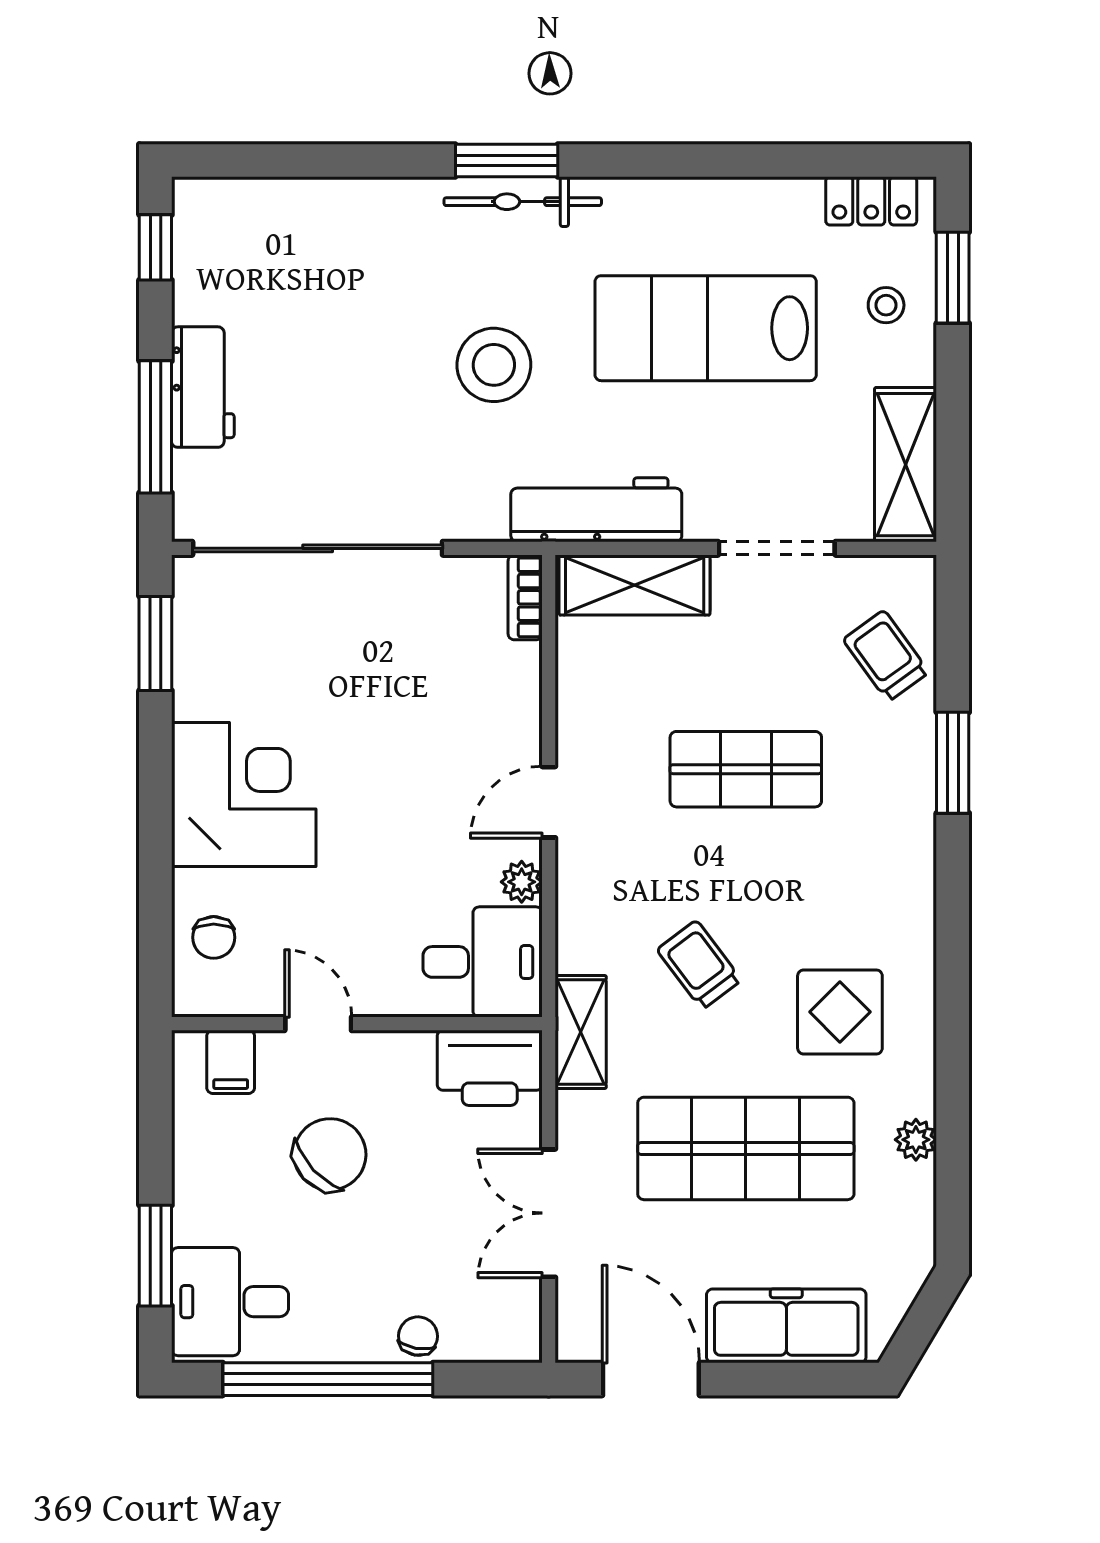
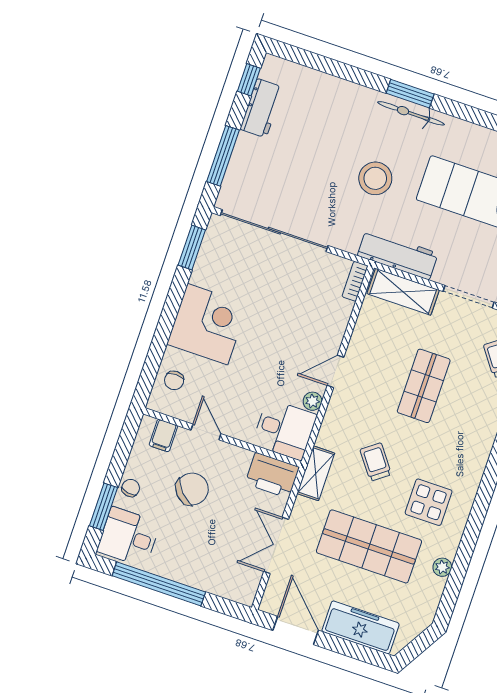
workbench: (203, 387) -> (262, 108), moved
shop shelf: (746, 769) -> (424, 386), turned 90
chair: (418, 1336) -> (131, 488), moved

